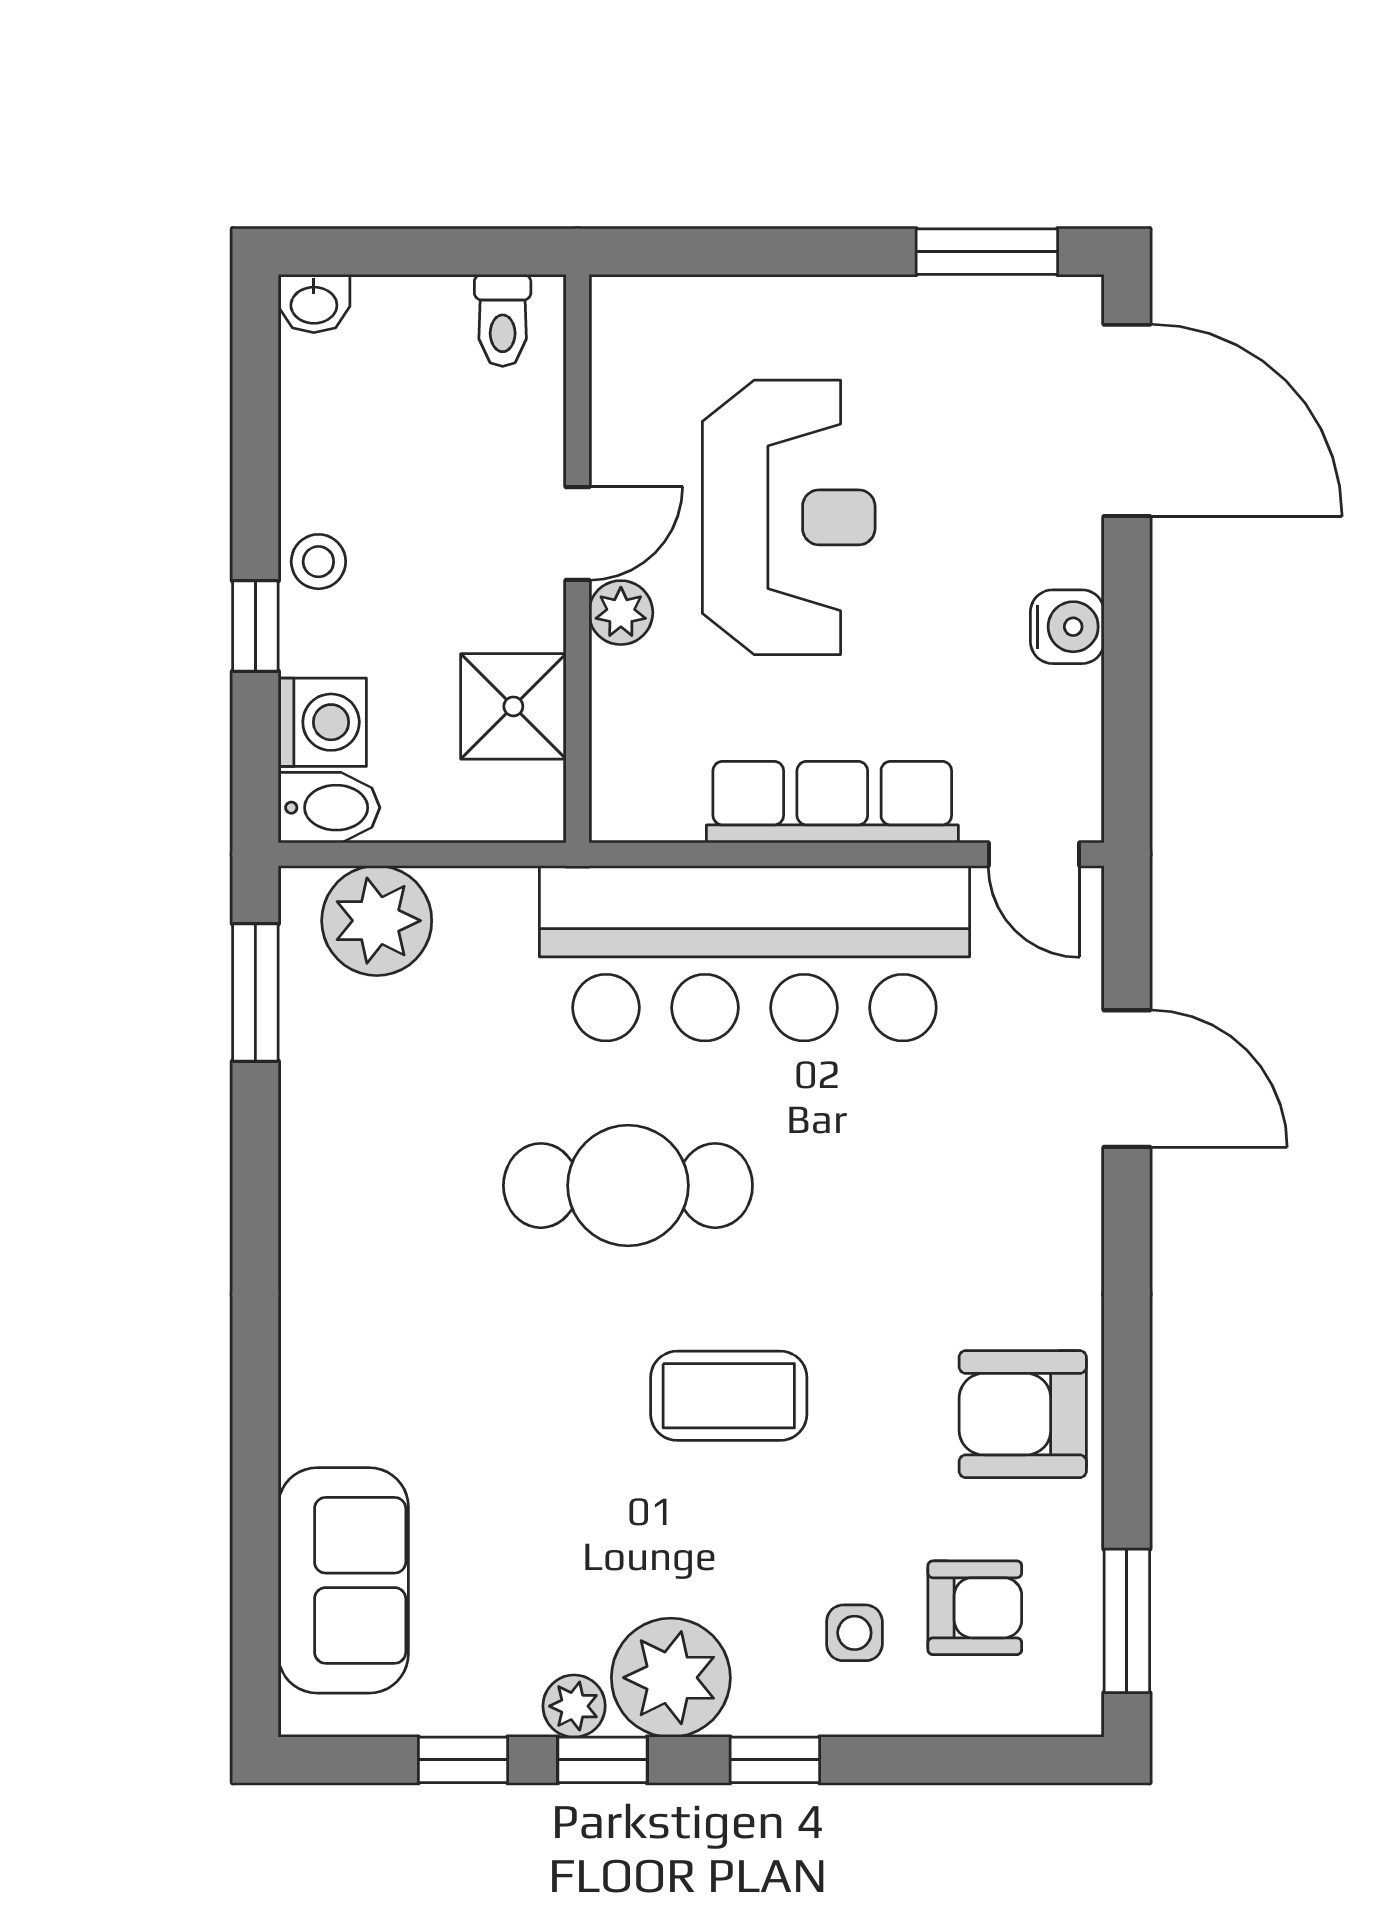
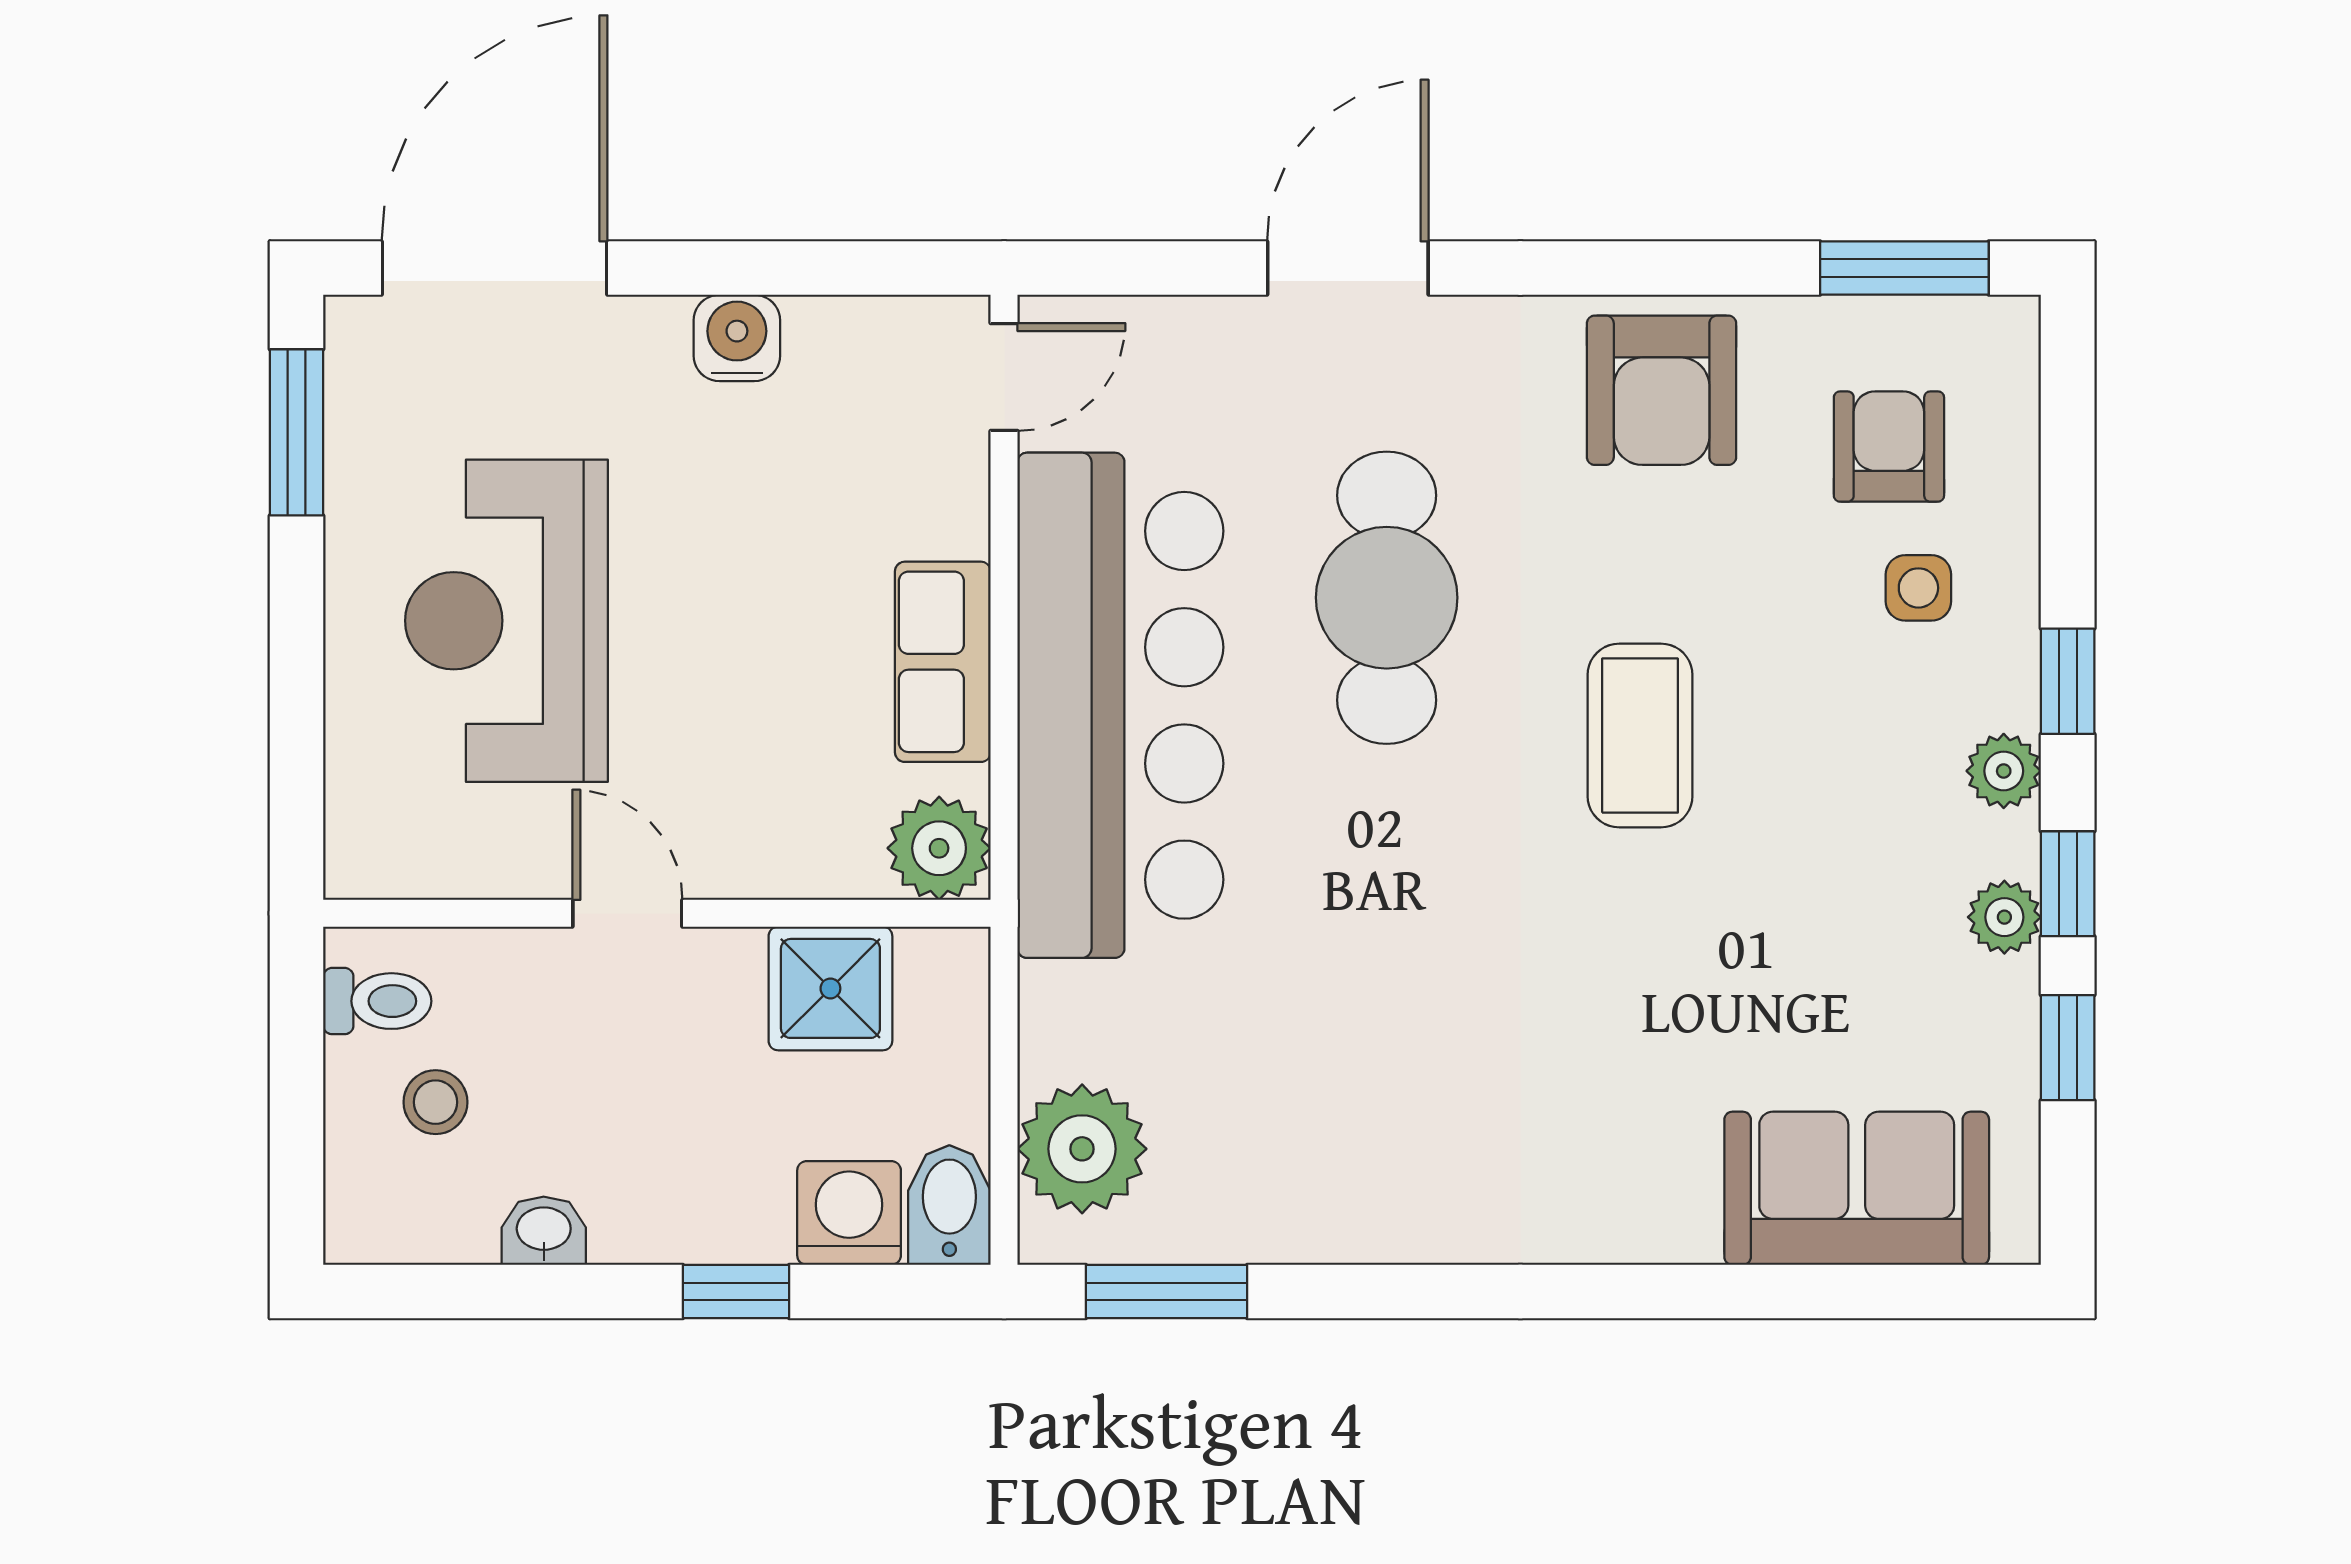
washbasin: (314, 303) -> (544, 1231), moved, turned -90
reception desk: (789, 517) -> (506, 621), moved, turned -90
stool: (318, 562) -> (436, 1102), moved
plant: (621, 613) -> (939, 848), moved, width x1.38, depth x1.38
row of seats: (832, 802) -> (943, 662), width x0.68
door: (1127, 1079) -> (1348, 268), moved
cafe table: (628, 1186) -> (1387, 598), moved
plant: (671, 1678) -> (2004, 771), width x0.53, depth x0.53

